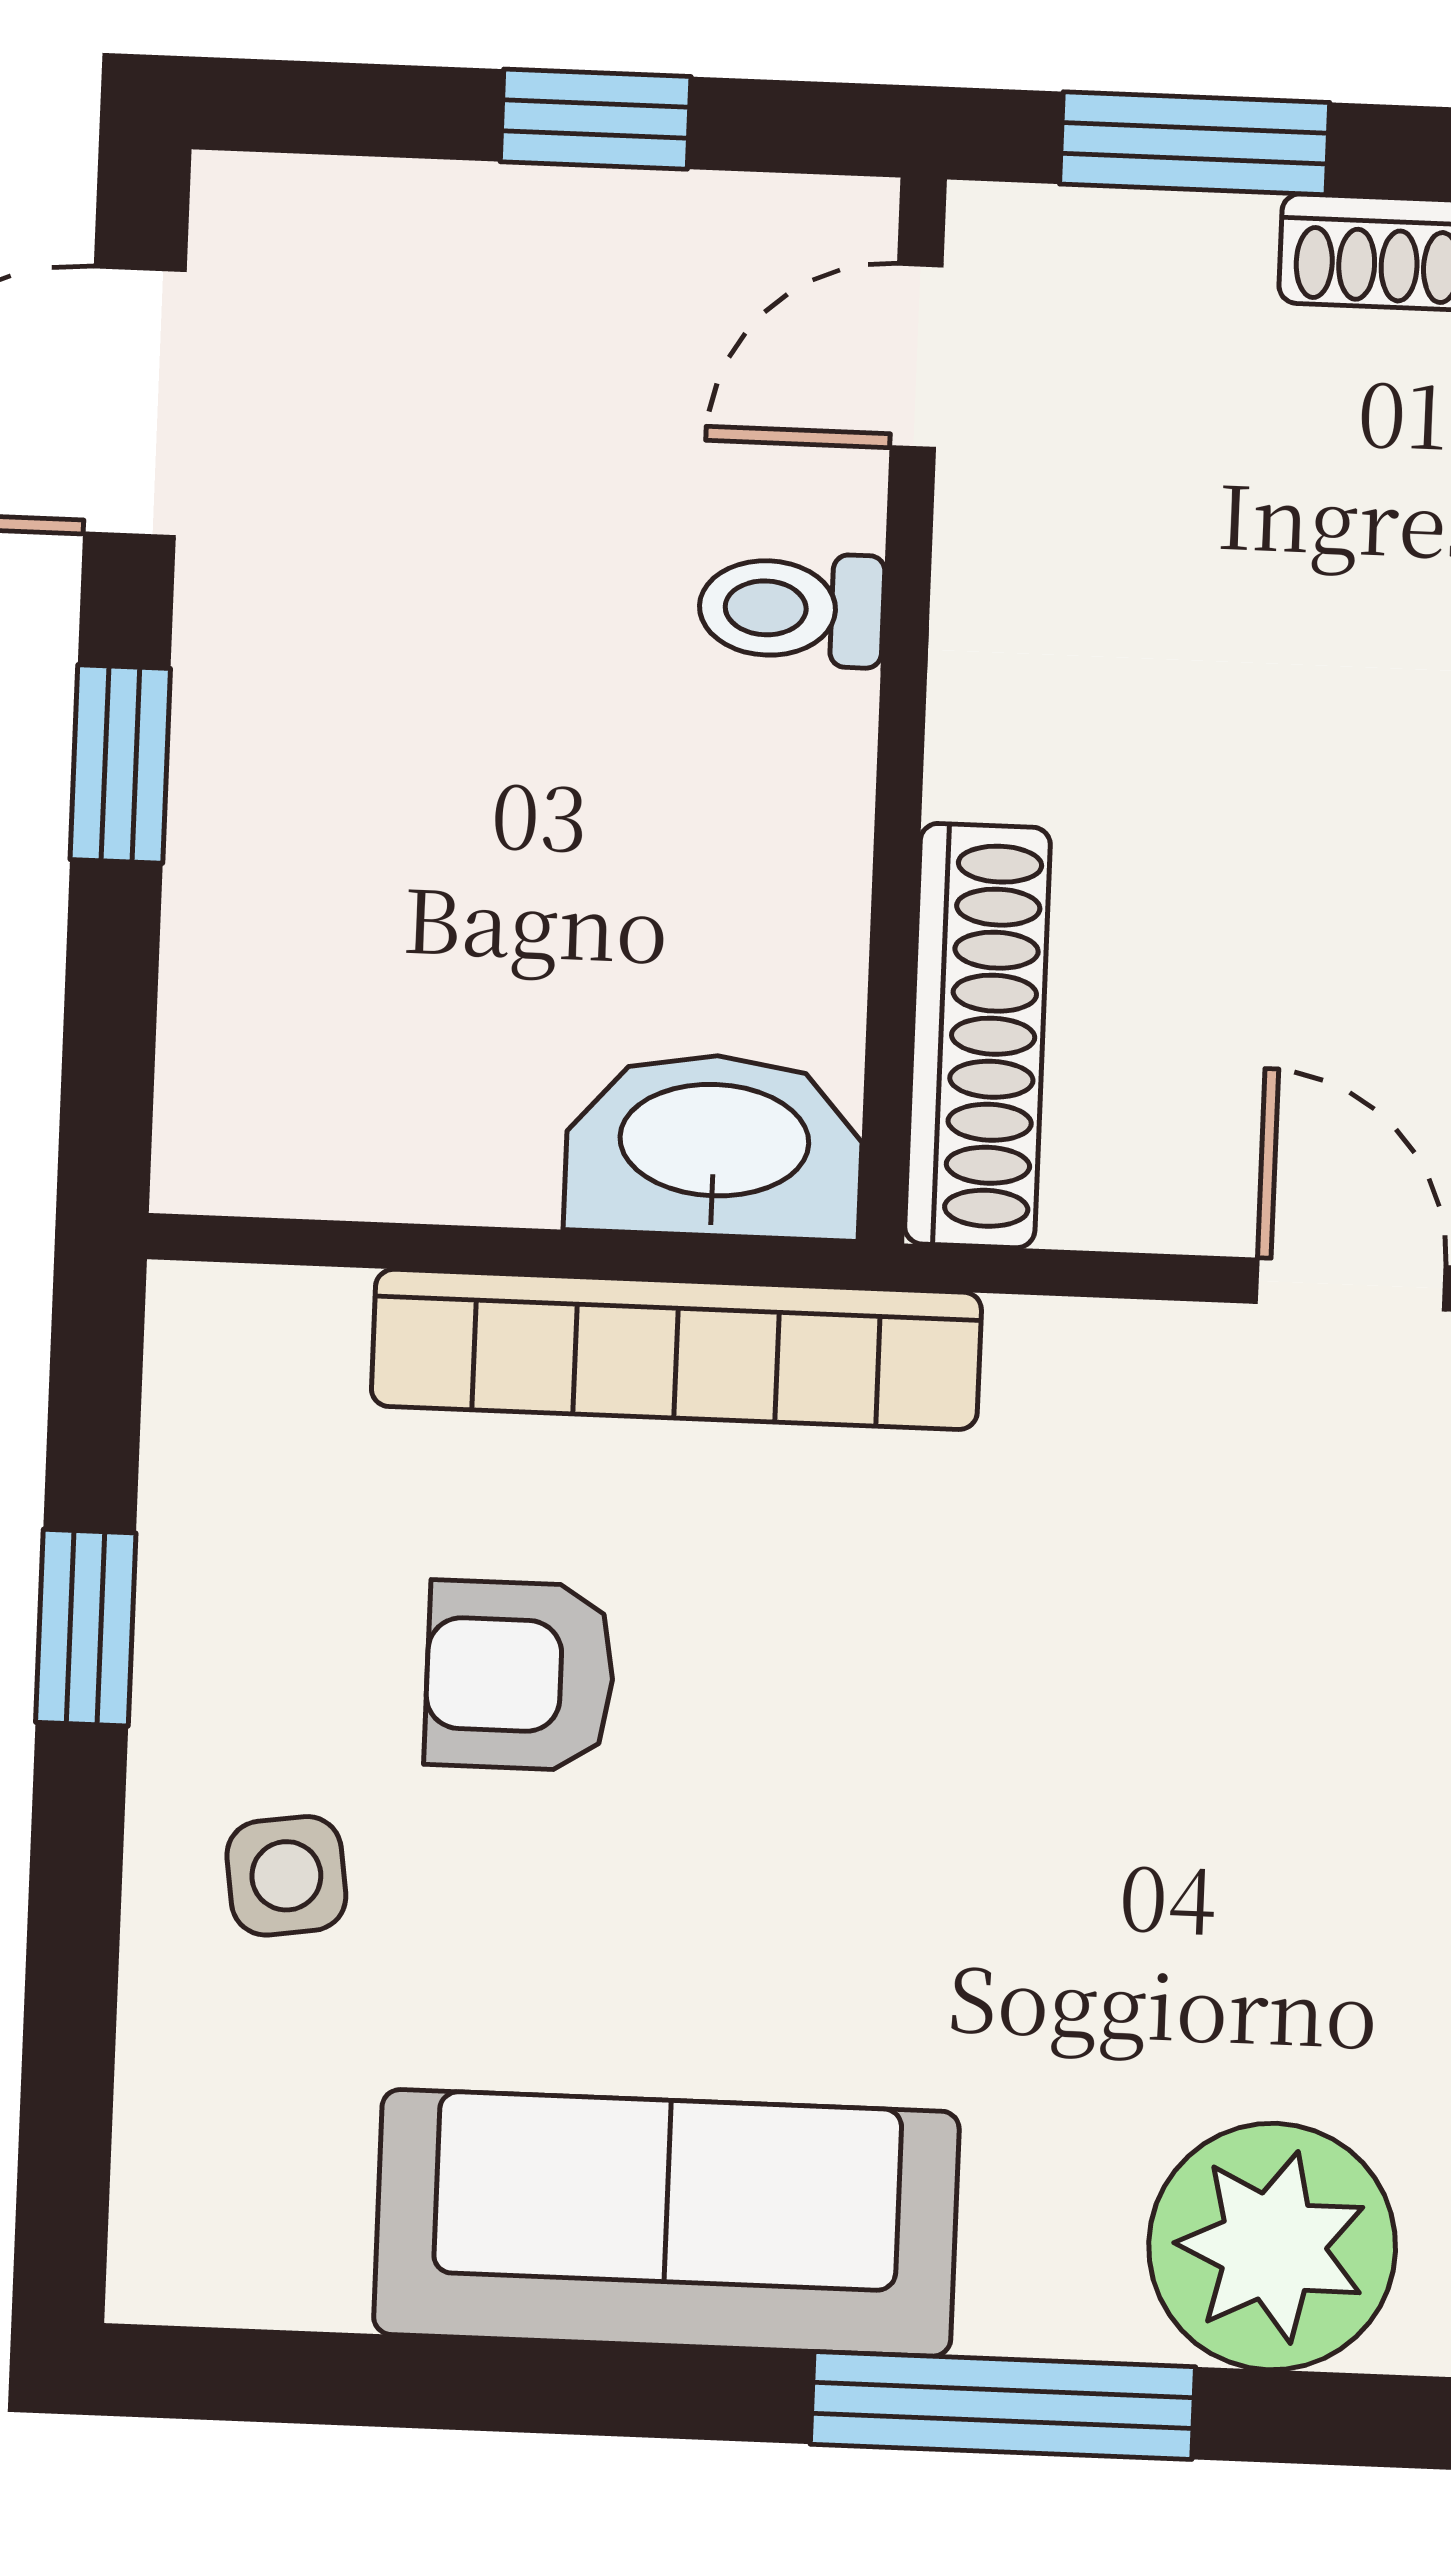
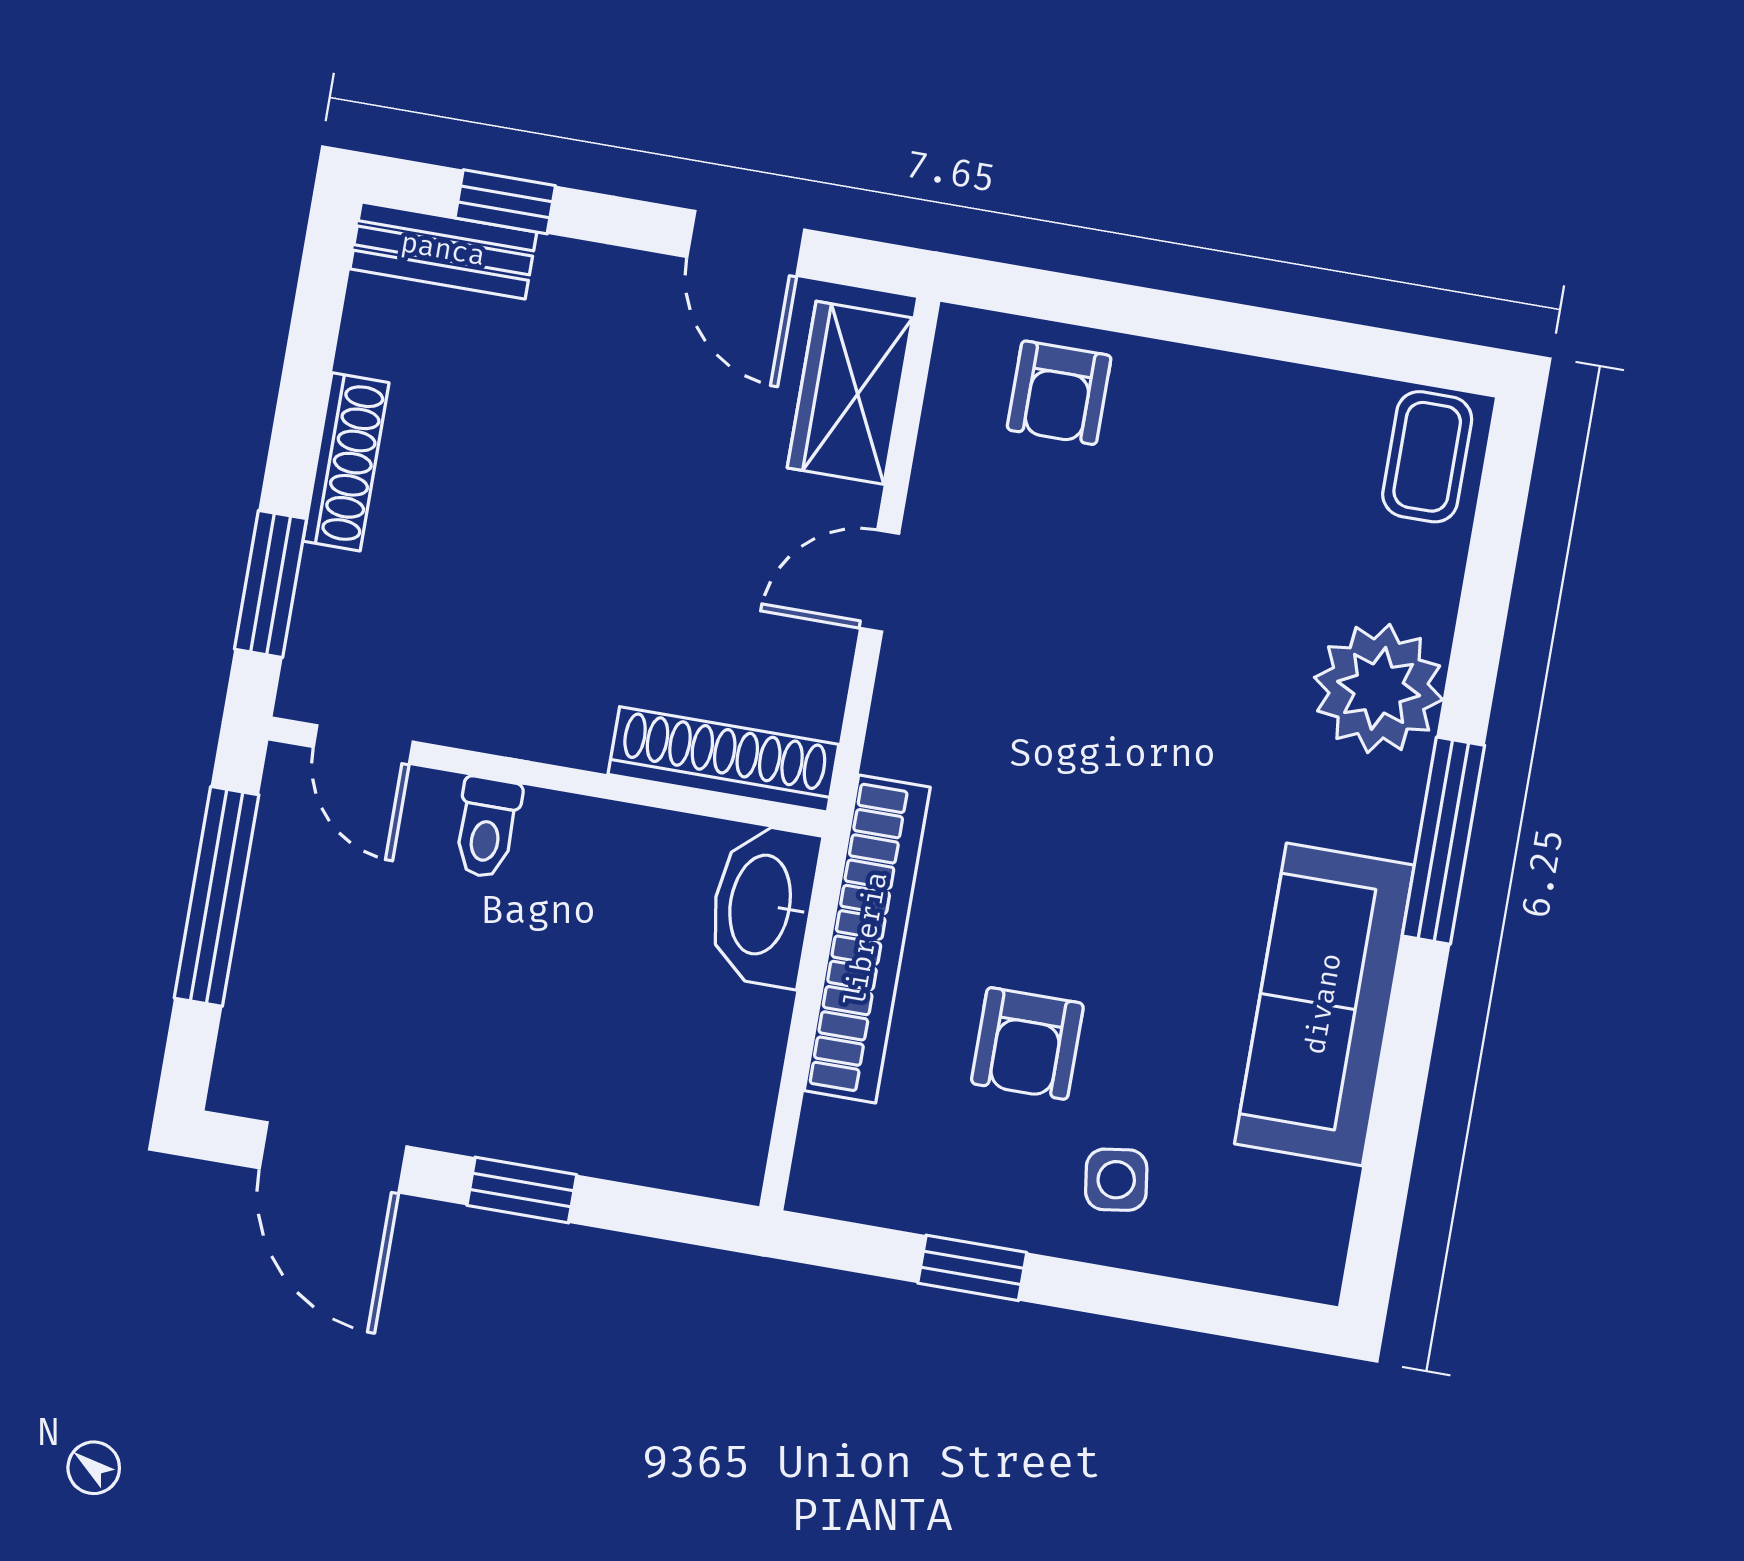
window: (596, 119) -> (217, 896), width x2.17

